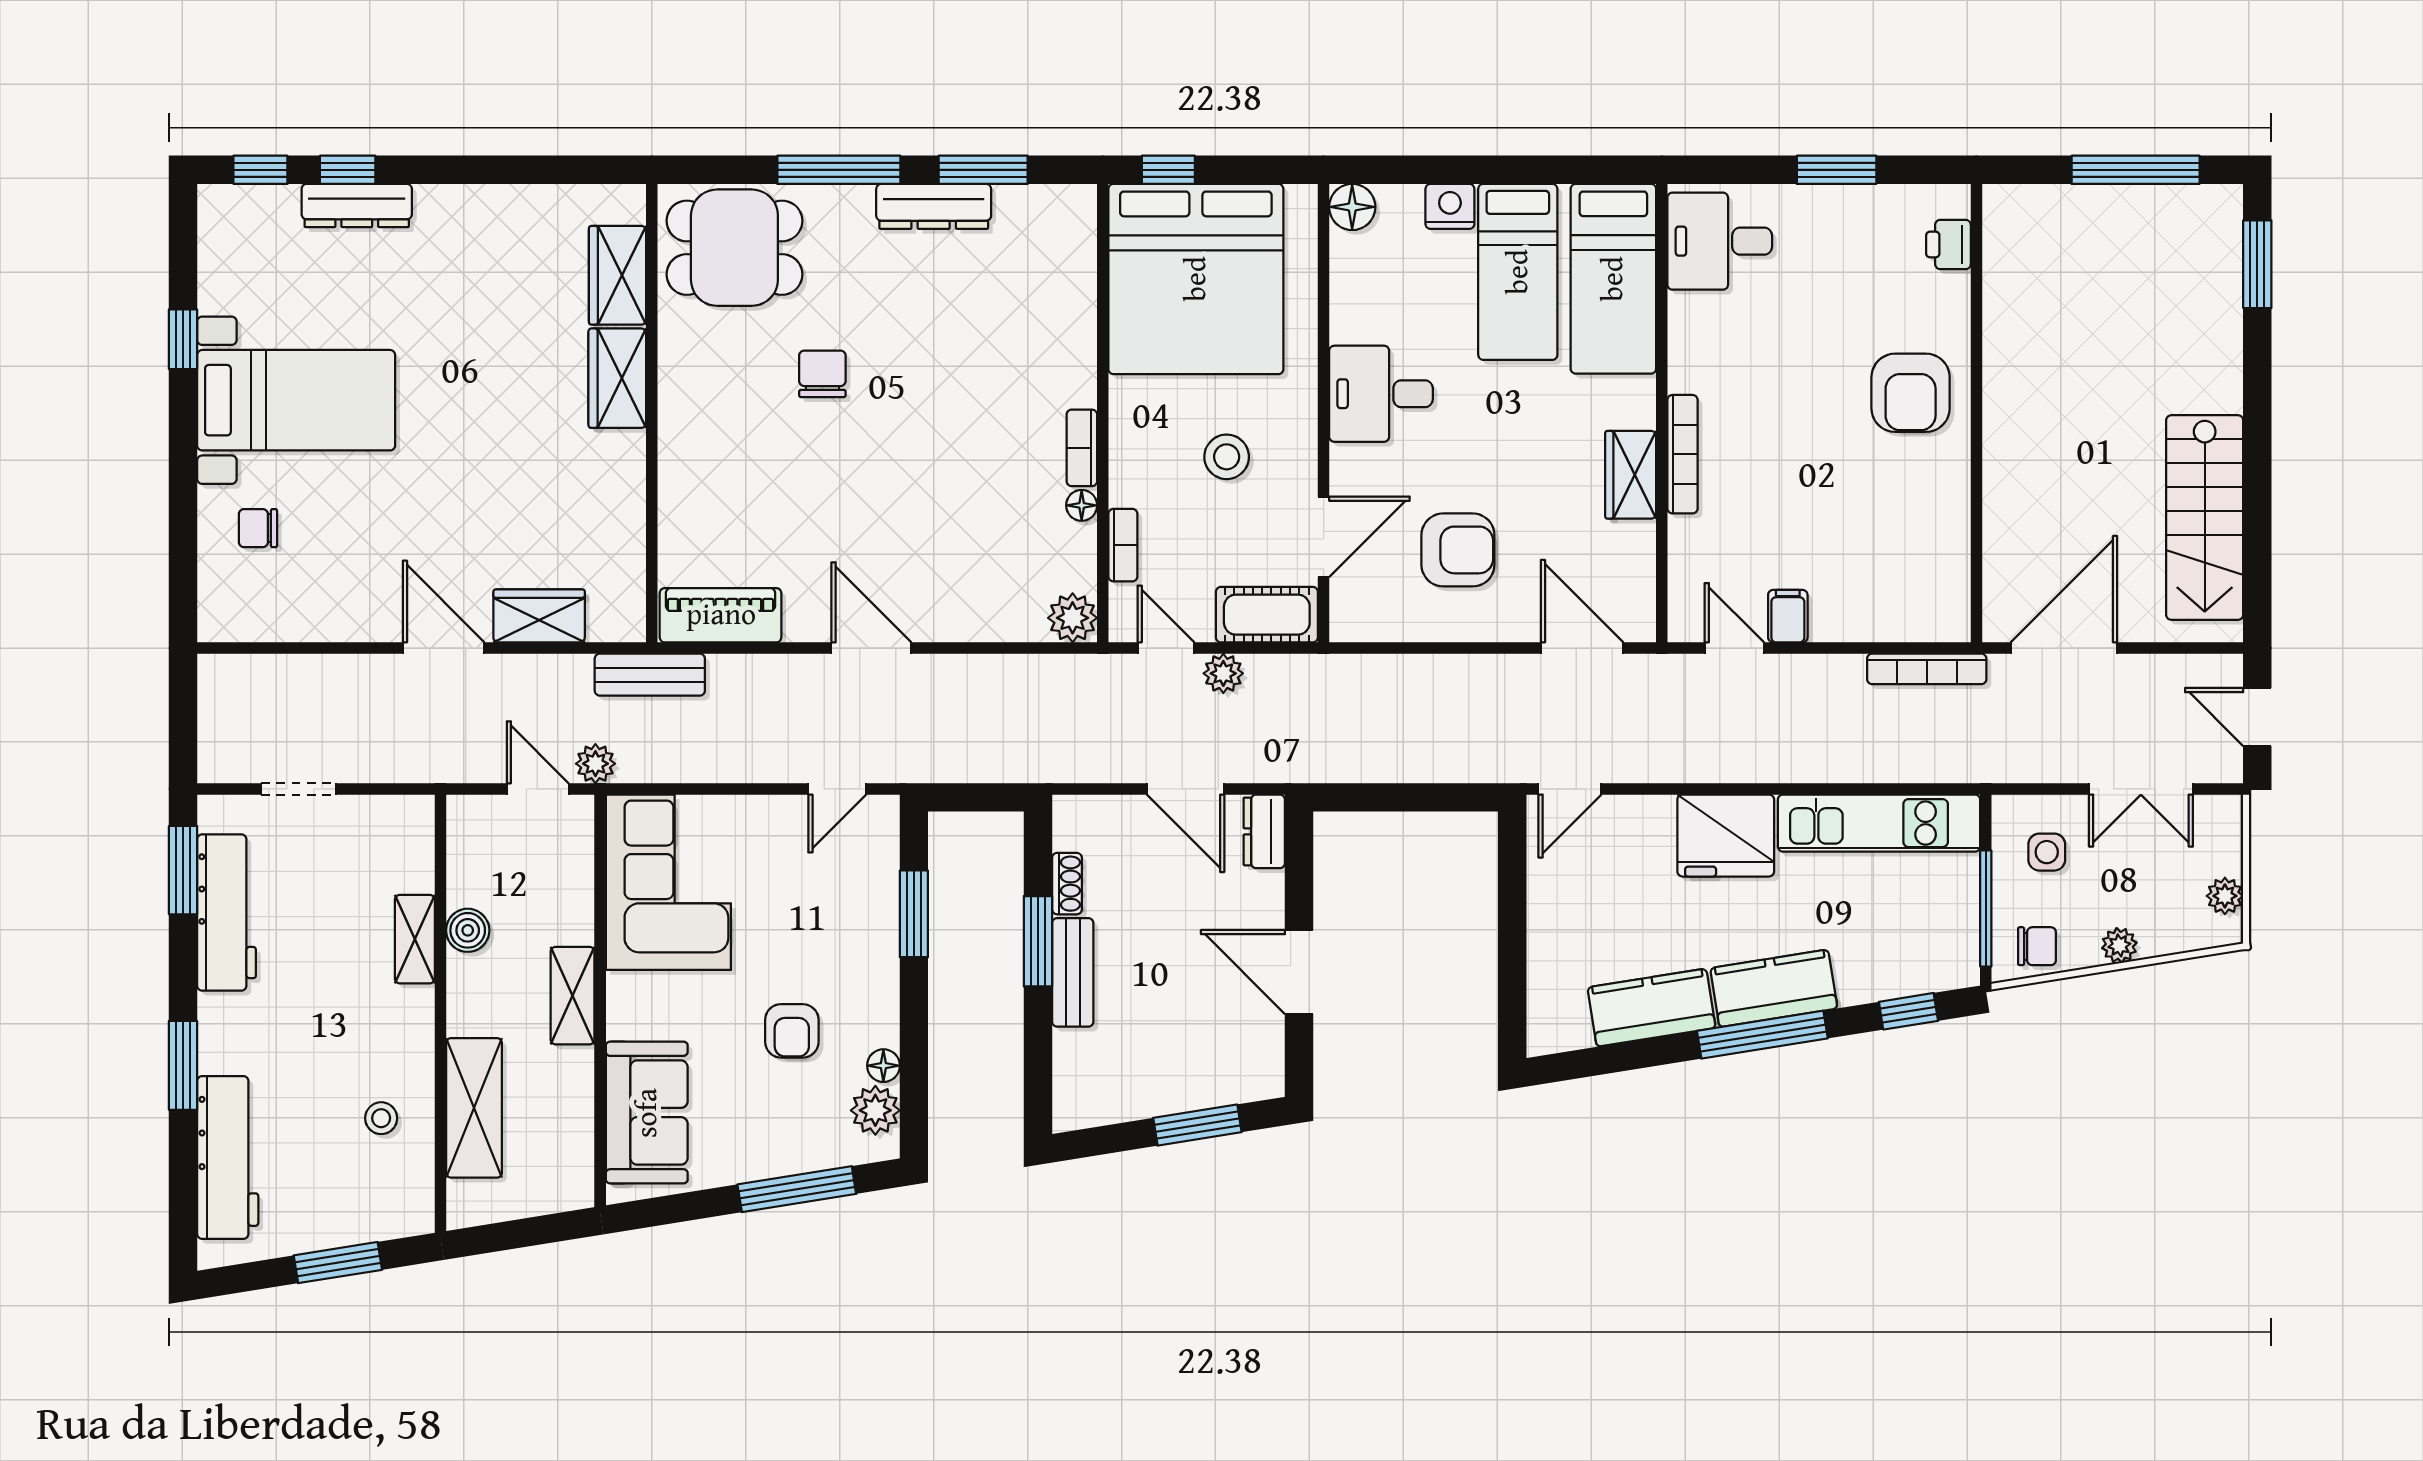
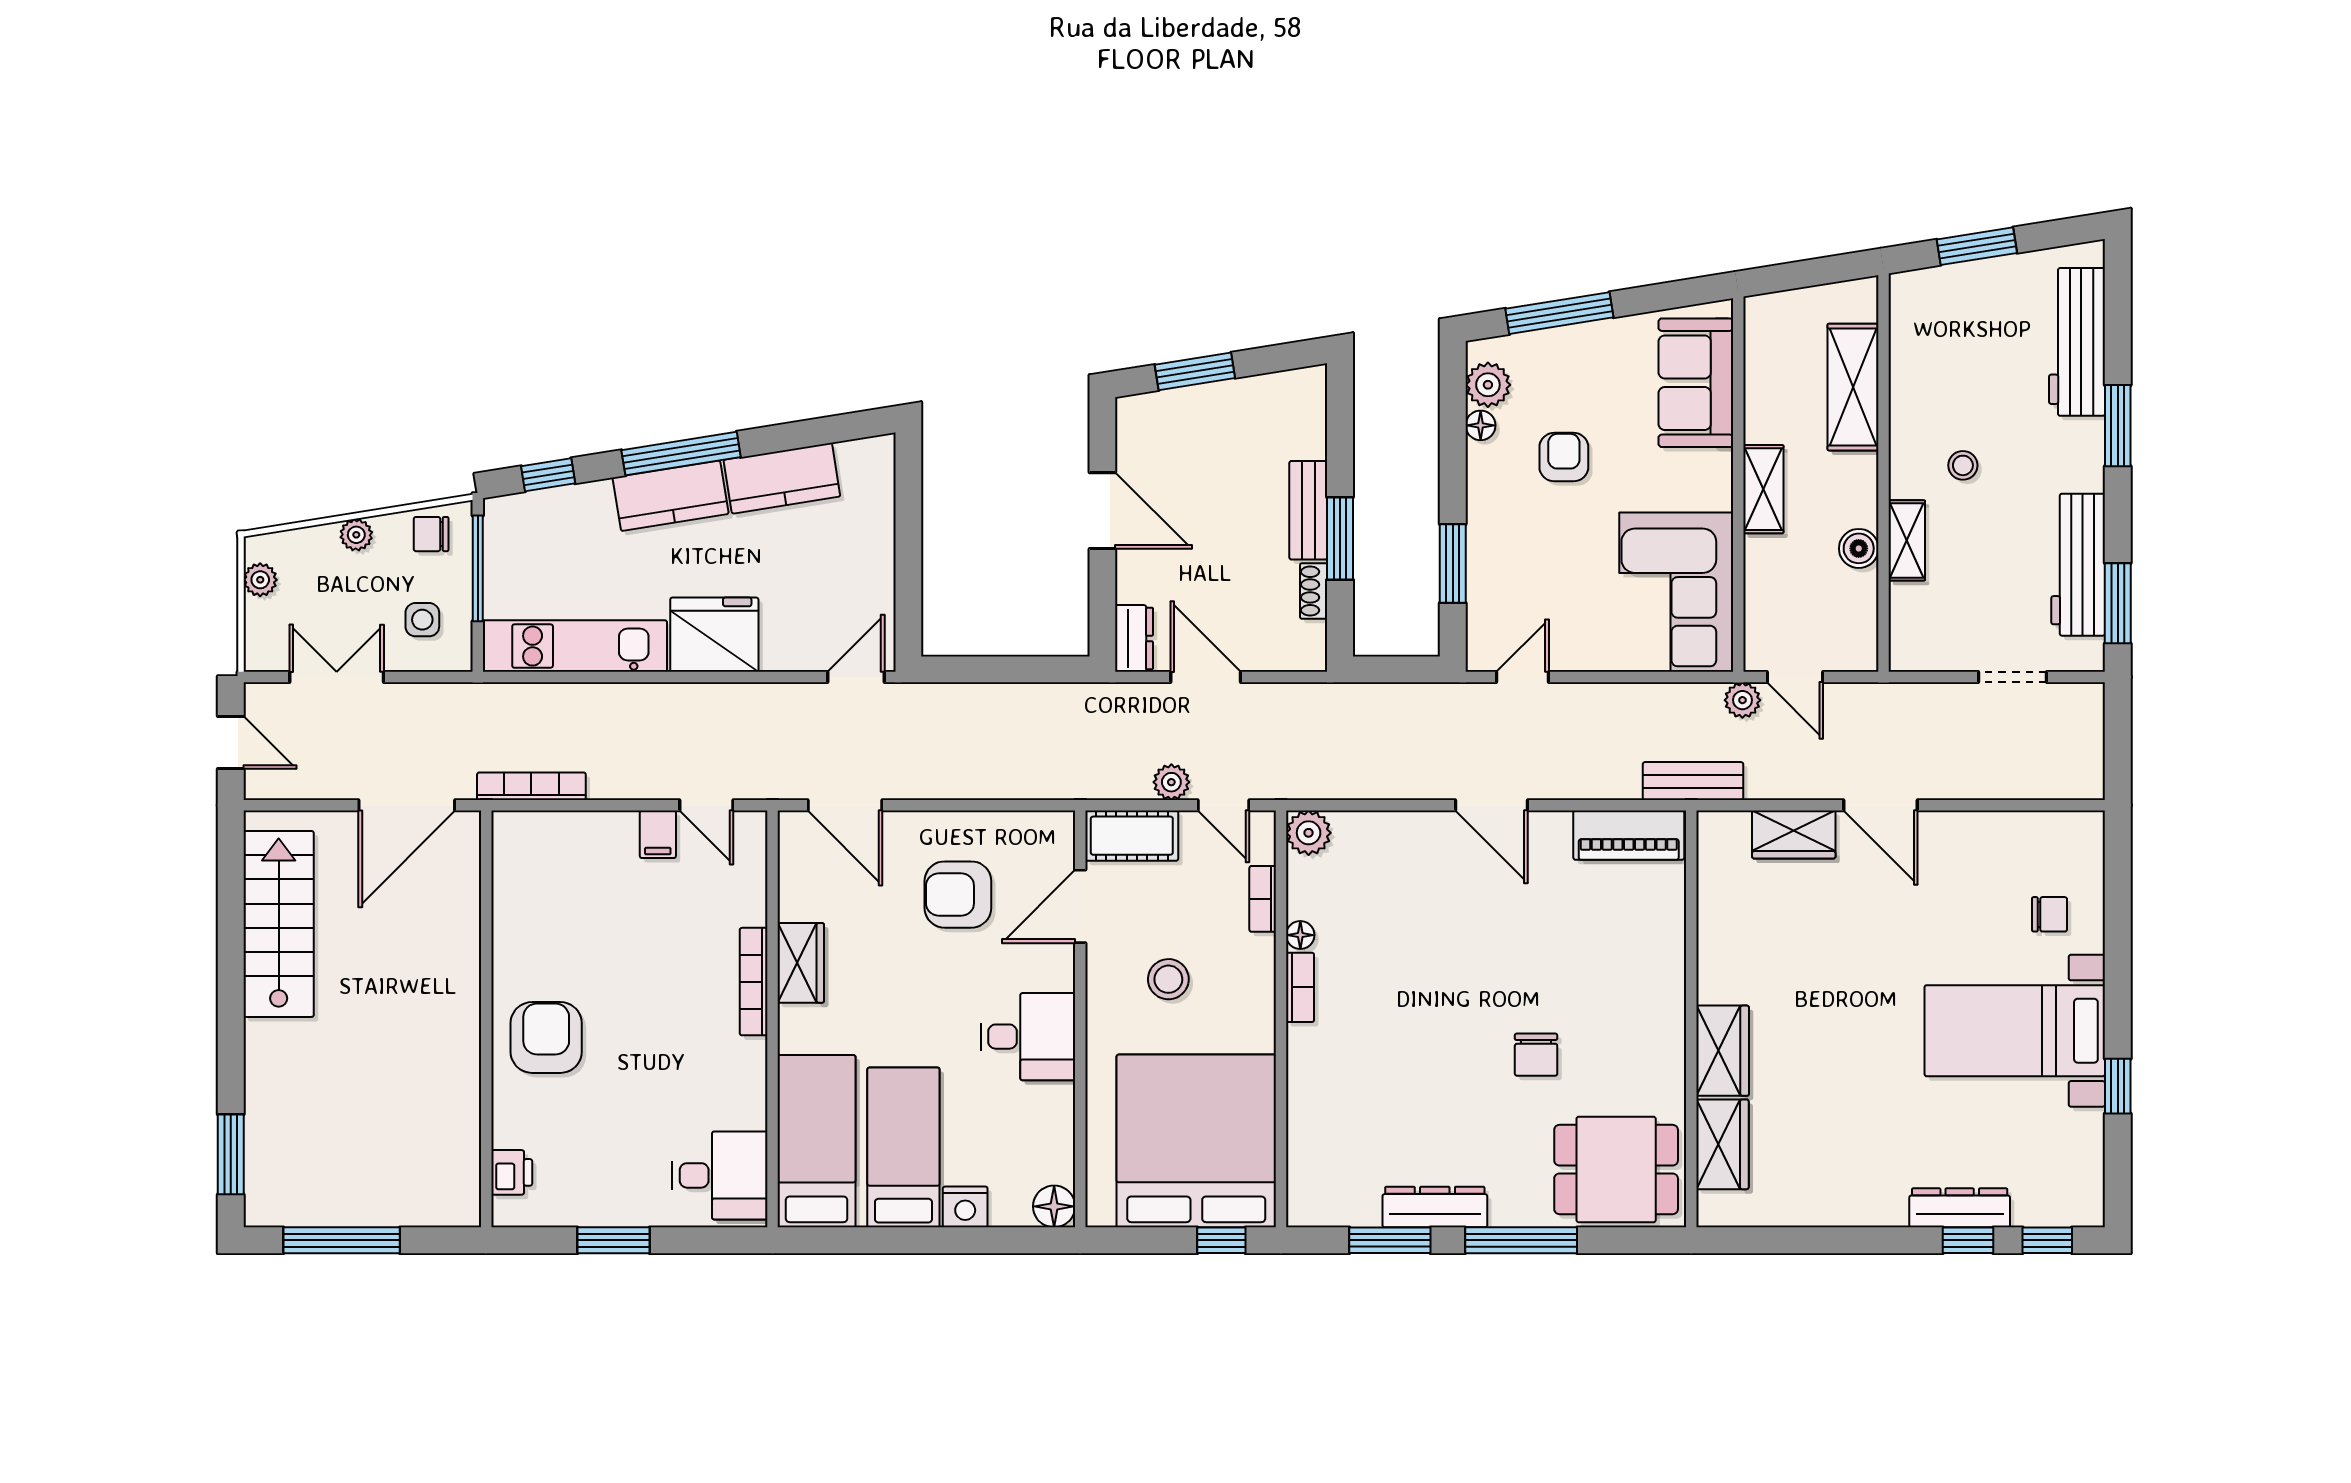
stool: (381, 1118) -> (1963, 465), moved

